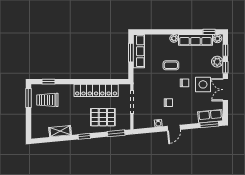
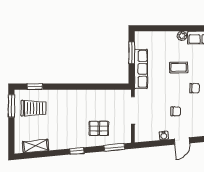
row of seats: (139, 51) -> (141, 69), moved
locker: (96, 90) -> (91, 97), removed
trolley: (47, 100) -> (33, 108), turned 180
pallet: (103, 117) -> (99, 128), width x0.67, depth x0.71
shelving: (60, 131) -> (36, 146), moved

